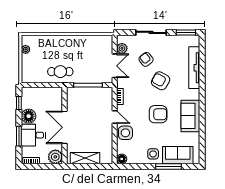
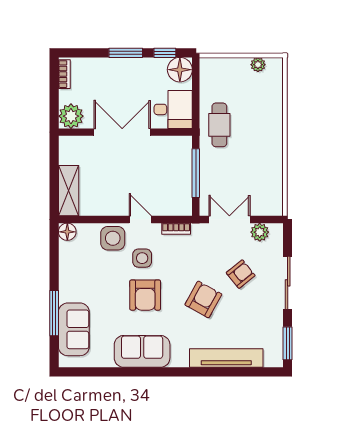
double door: (115, 66) -> (229, 219), swing flipped
floor lamp: (29, 116) -> (180, 70), moved
door: (115, 117) -> (140, 219), swing flipped
desk: (33, 135) -> (172, 109), moved, turned 90
window: (19, 136) -> (126, 53), moved
side table: (153, 154) -> (142, 258), moved
shelving: (85, 158) -> (69, 191), moved

